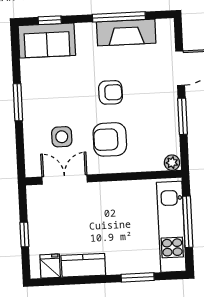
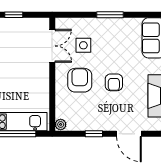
window: (183, 116) -> (94, 134), width x0.67

